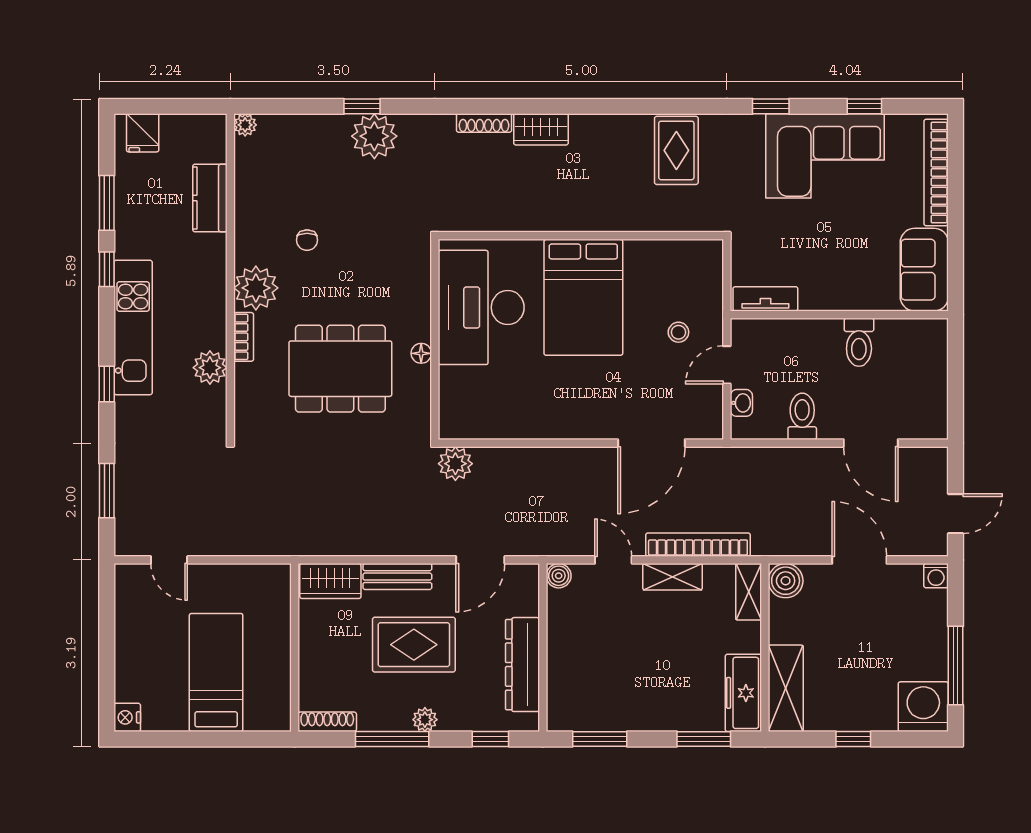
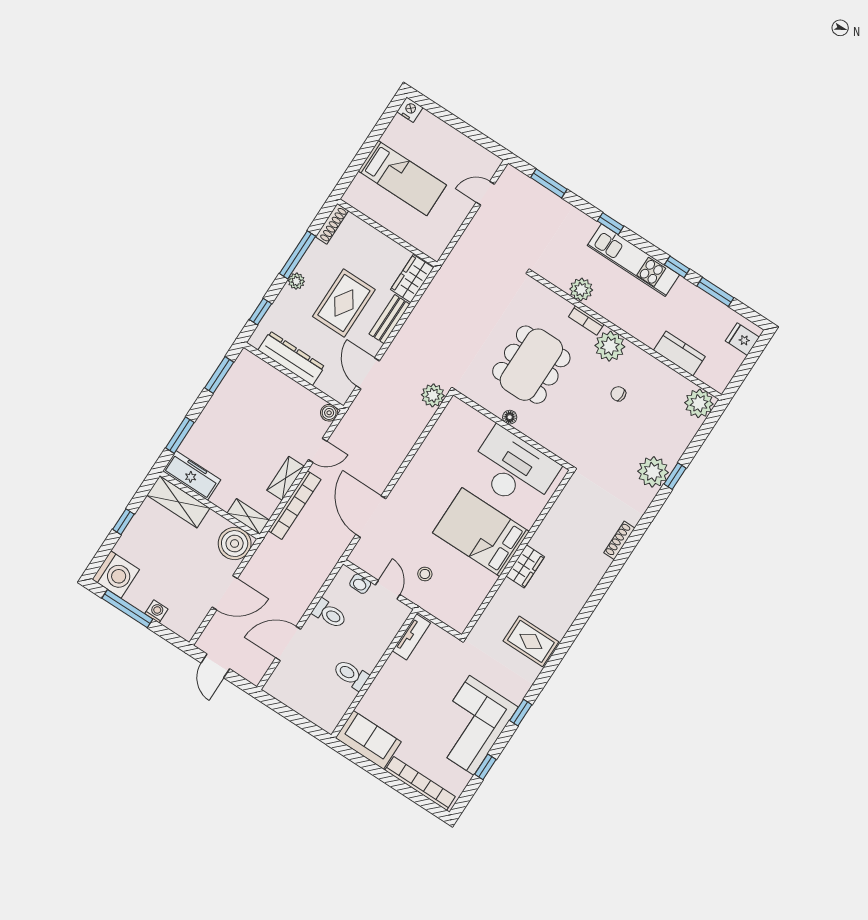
plant: (245, 125) -> (699, 403), width x1.87, depth x1.87
wardrobe: (541, 129) -> (525, 566), moved, turned 180
washing machine: (936, 576) -> (156, 611), moved, turned 90
boiler: (786, 581) -> (235, 544), width x1.37, depth x1.37

